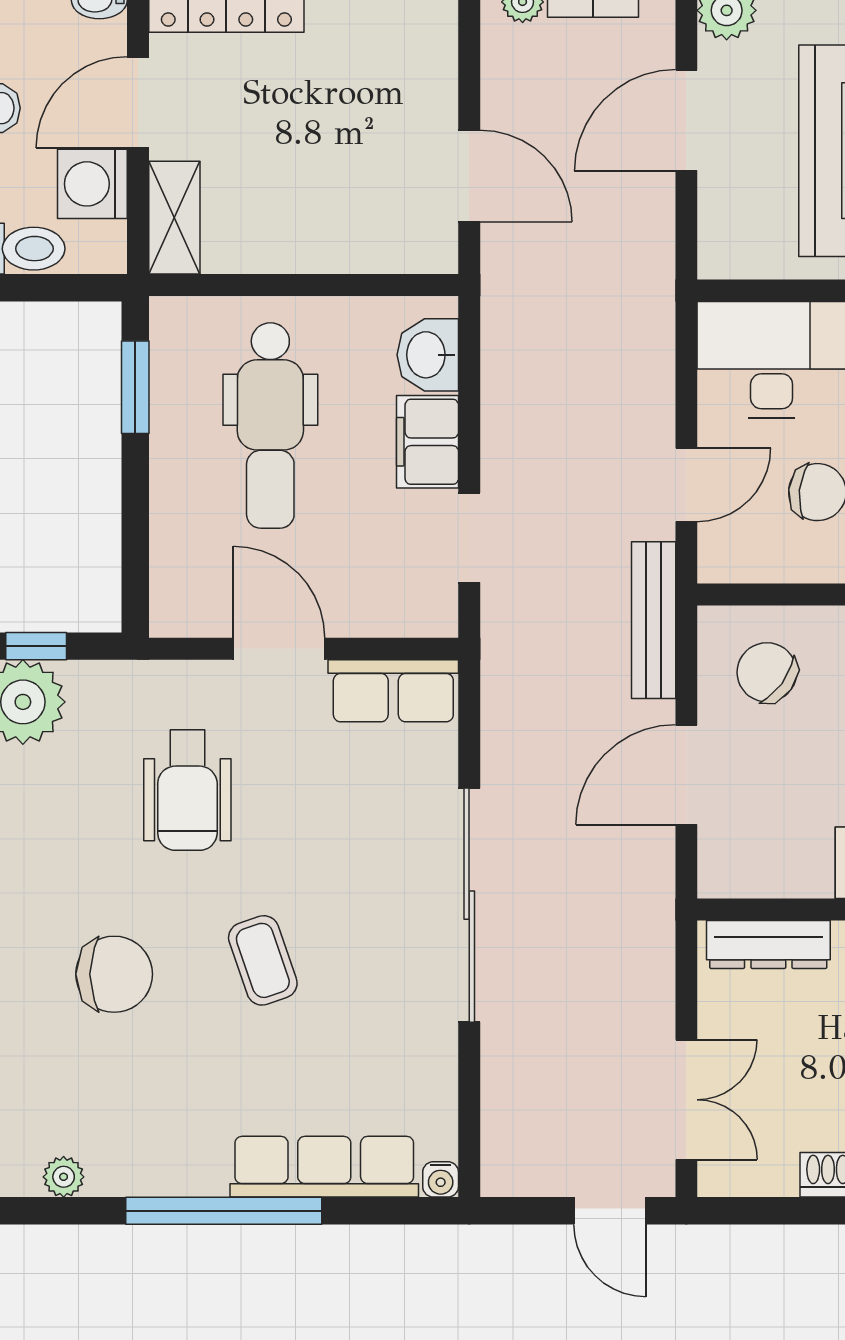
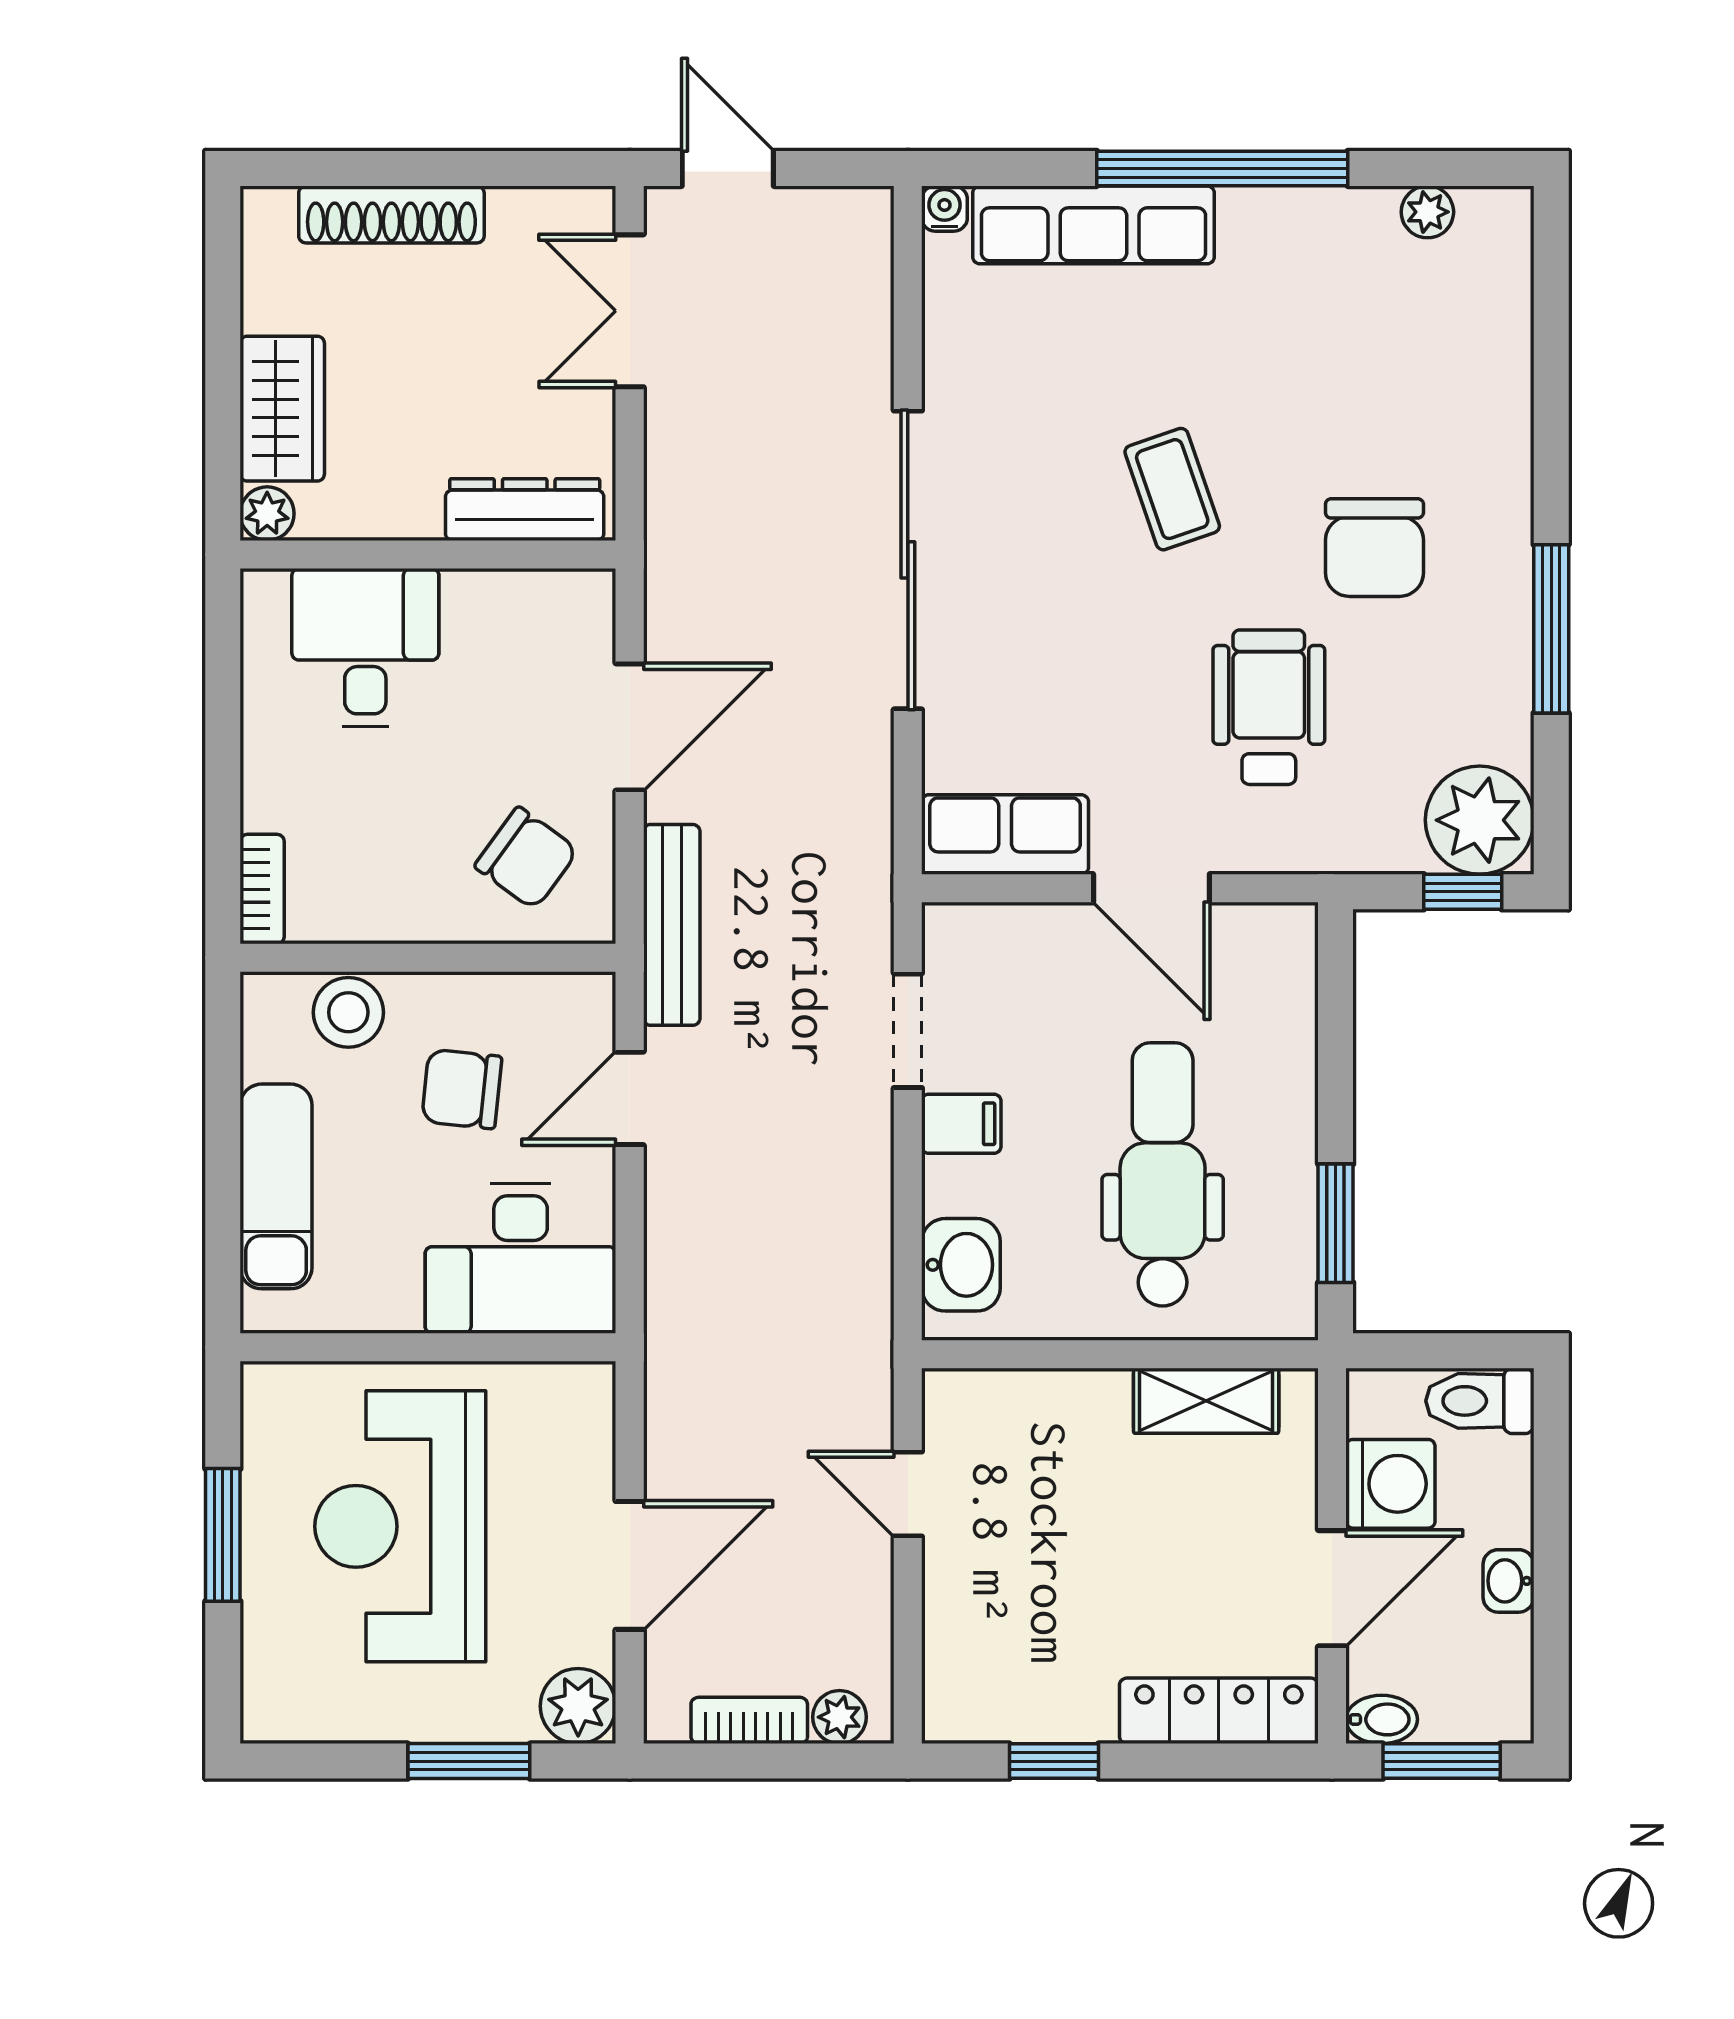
door: (469, 176) -> (908, 1494), width x0.73
shelving: (174, 218) -> (1206, 1401), moved, turned 90
filing cabinet: (427, 442) -> (961, 1124), width x0.50
chair: (114, 974) -> (1374, 548), moved, turned -90

